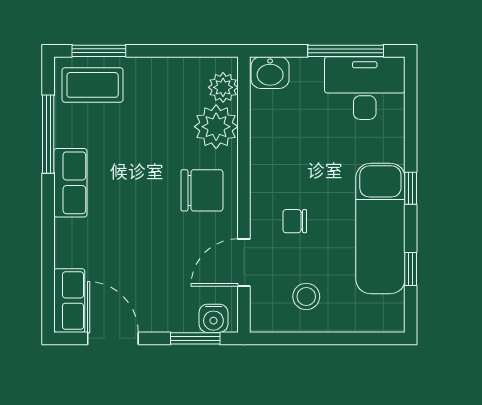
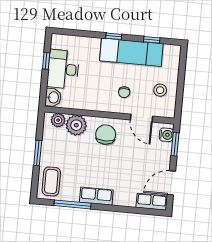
window: (99, 51) -> (38, 153), moved
window: (346, 51) -> (46, 61), width x0.46
desk: (365, 88) -> (63, 69), moved

